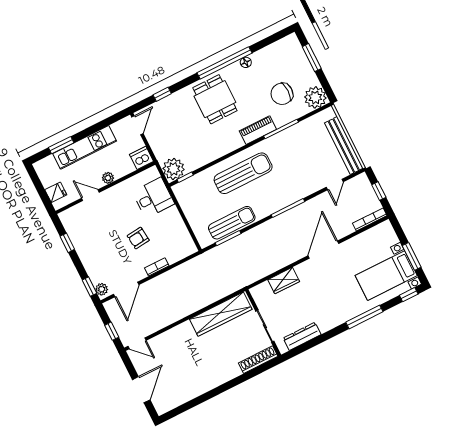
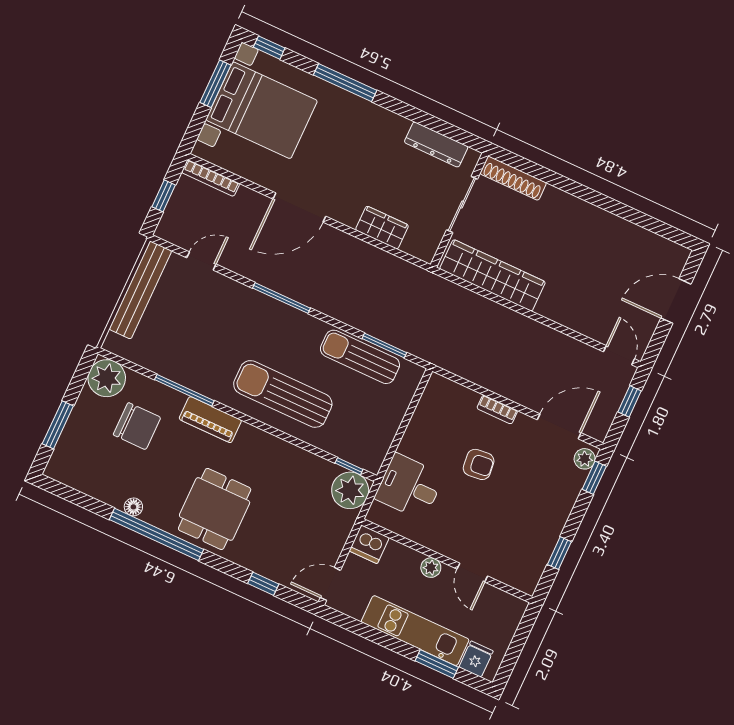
fridge: (56, 192) -> (476, 659), moved, turned 90
bed with nightstands: (386, 276) -> (262, 110), width x1.36

